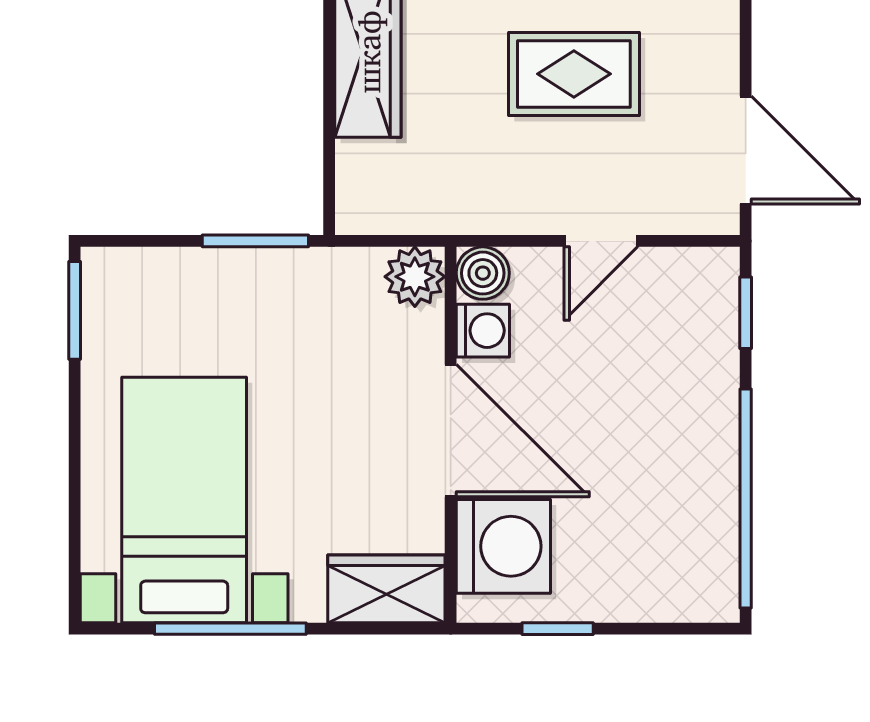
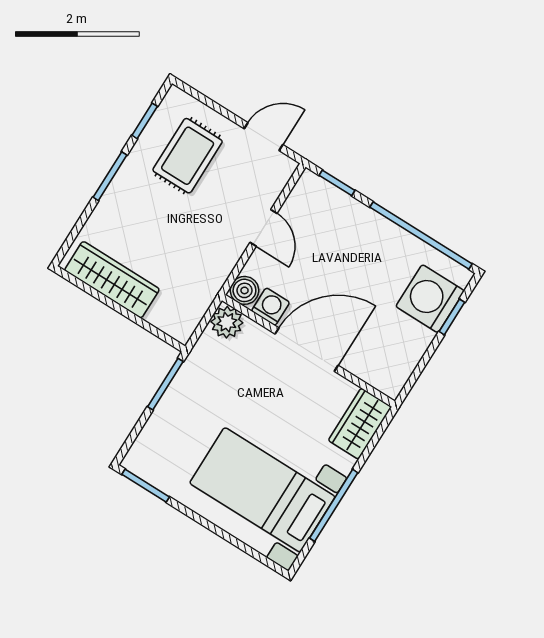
rug: (574, 74) -> (188, 156), moved
door: (746, 150) -> (263, 137), width x0.73
washing machine: (503, 546) -> (430, 299), moved, turned -90
window: (558, 629) -> (452, 317), moved

